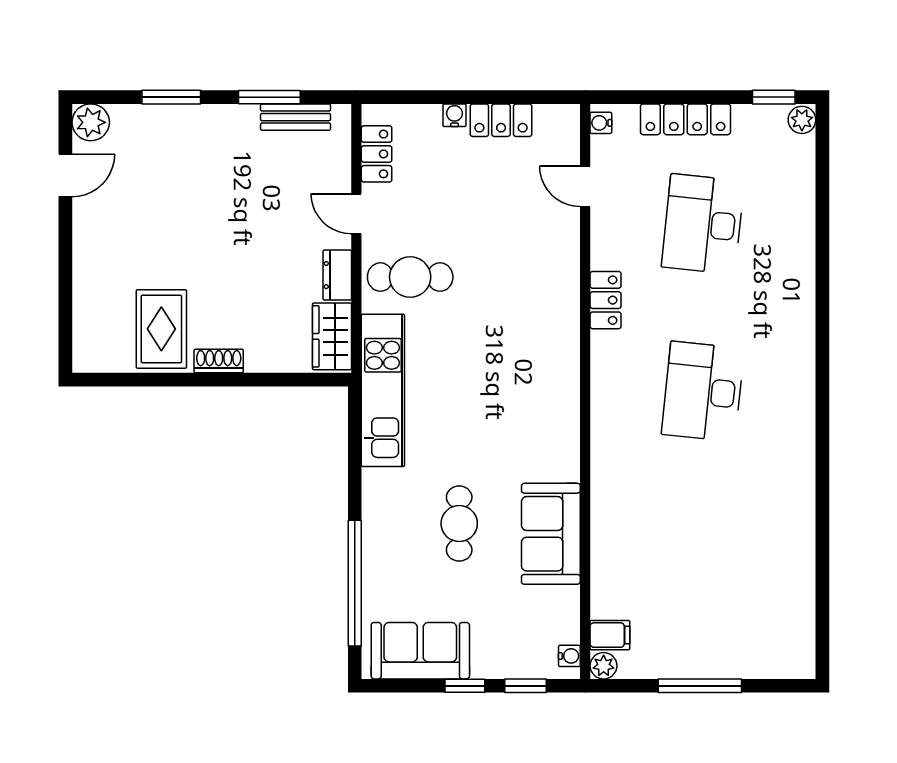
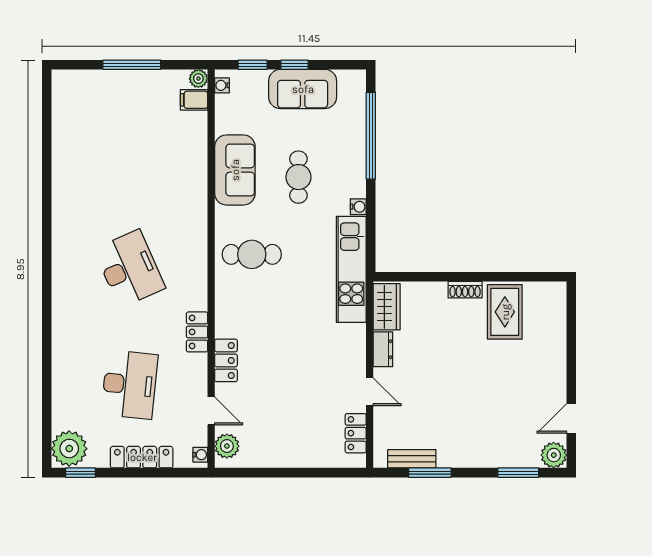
window: (171, 97) -> (518, 473), moved
water cooler: (454, 115) -> (358, 207), moved, turned -90
locker: (501, 120) -> (226, 360), moved, turned 90
plant: (802, 120) -> (69, 449), width x1.87, depth x1.87
plant: (562, 135) -> (227, 446), added
cafe table: (410, 277) -> (252, 254), moved
desk: (703, 391) -> (130, 269), turned -30
sofa: (420, 651) -> (303, 89), moved

